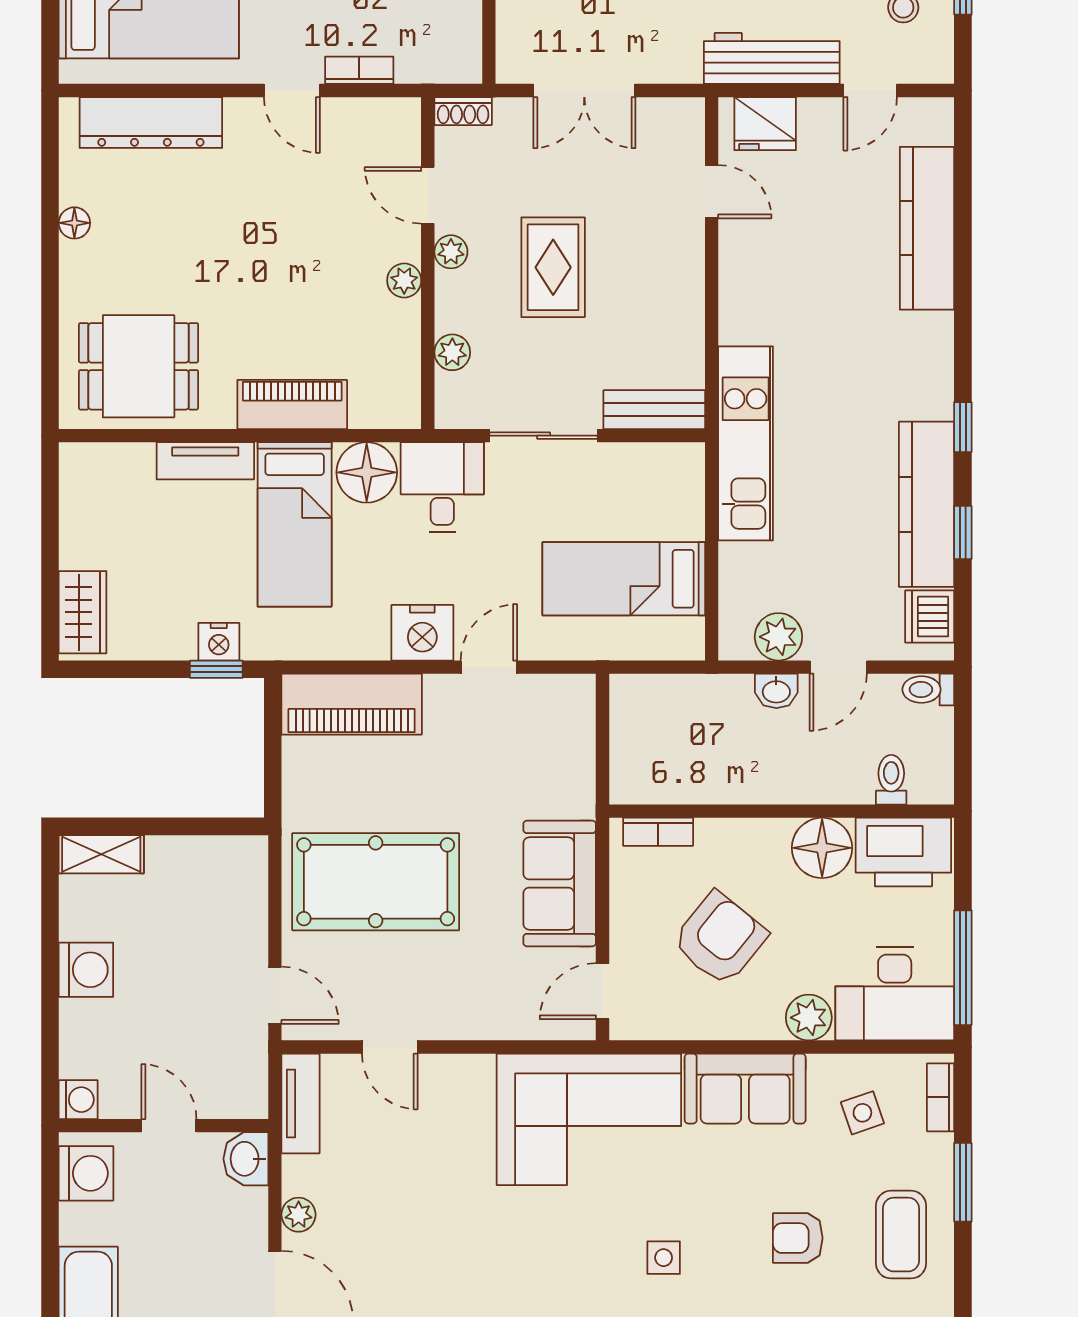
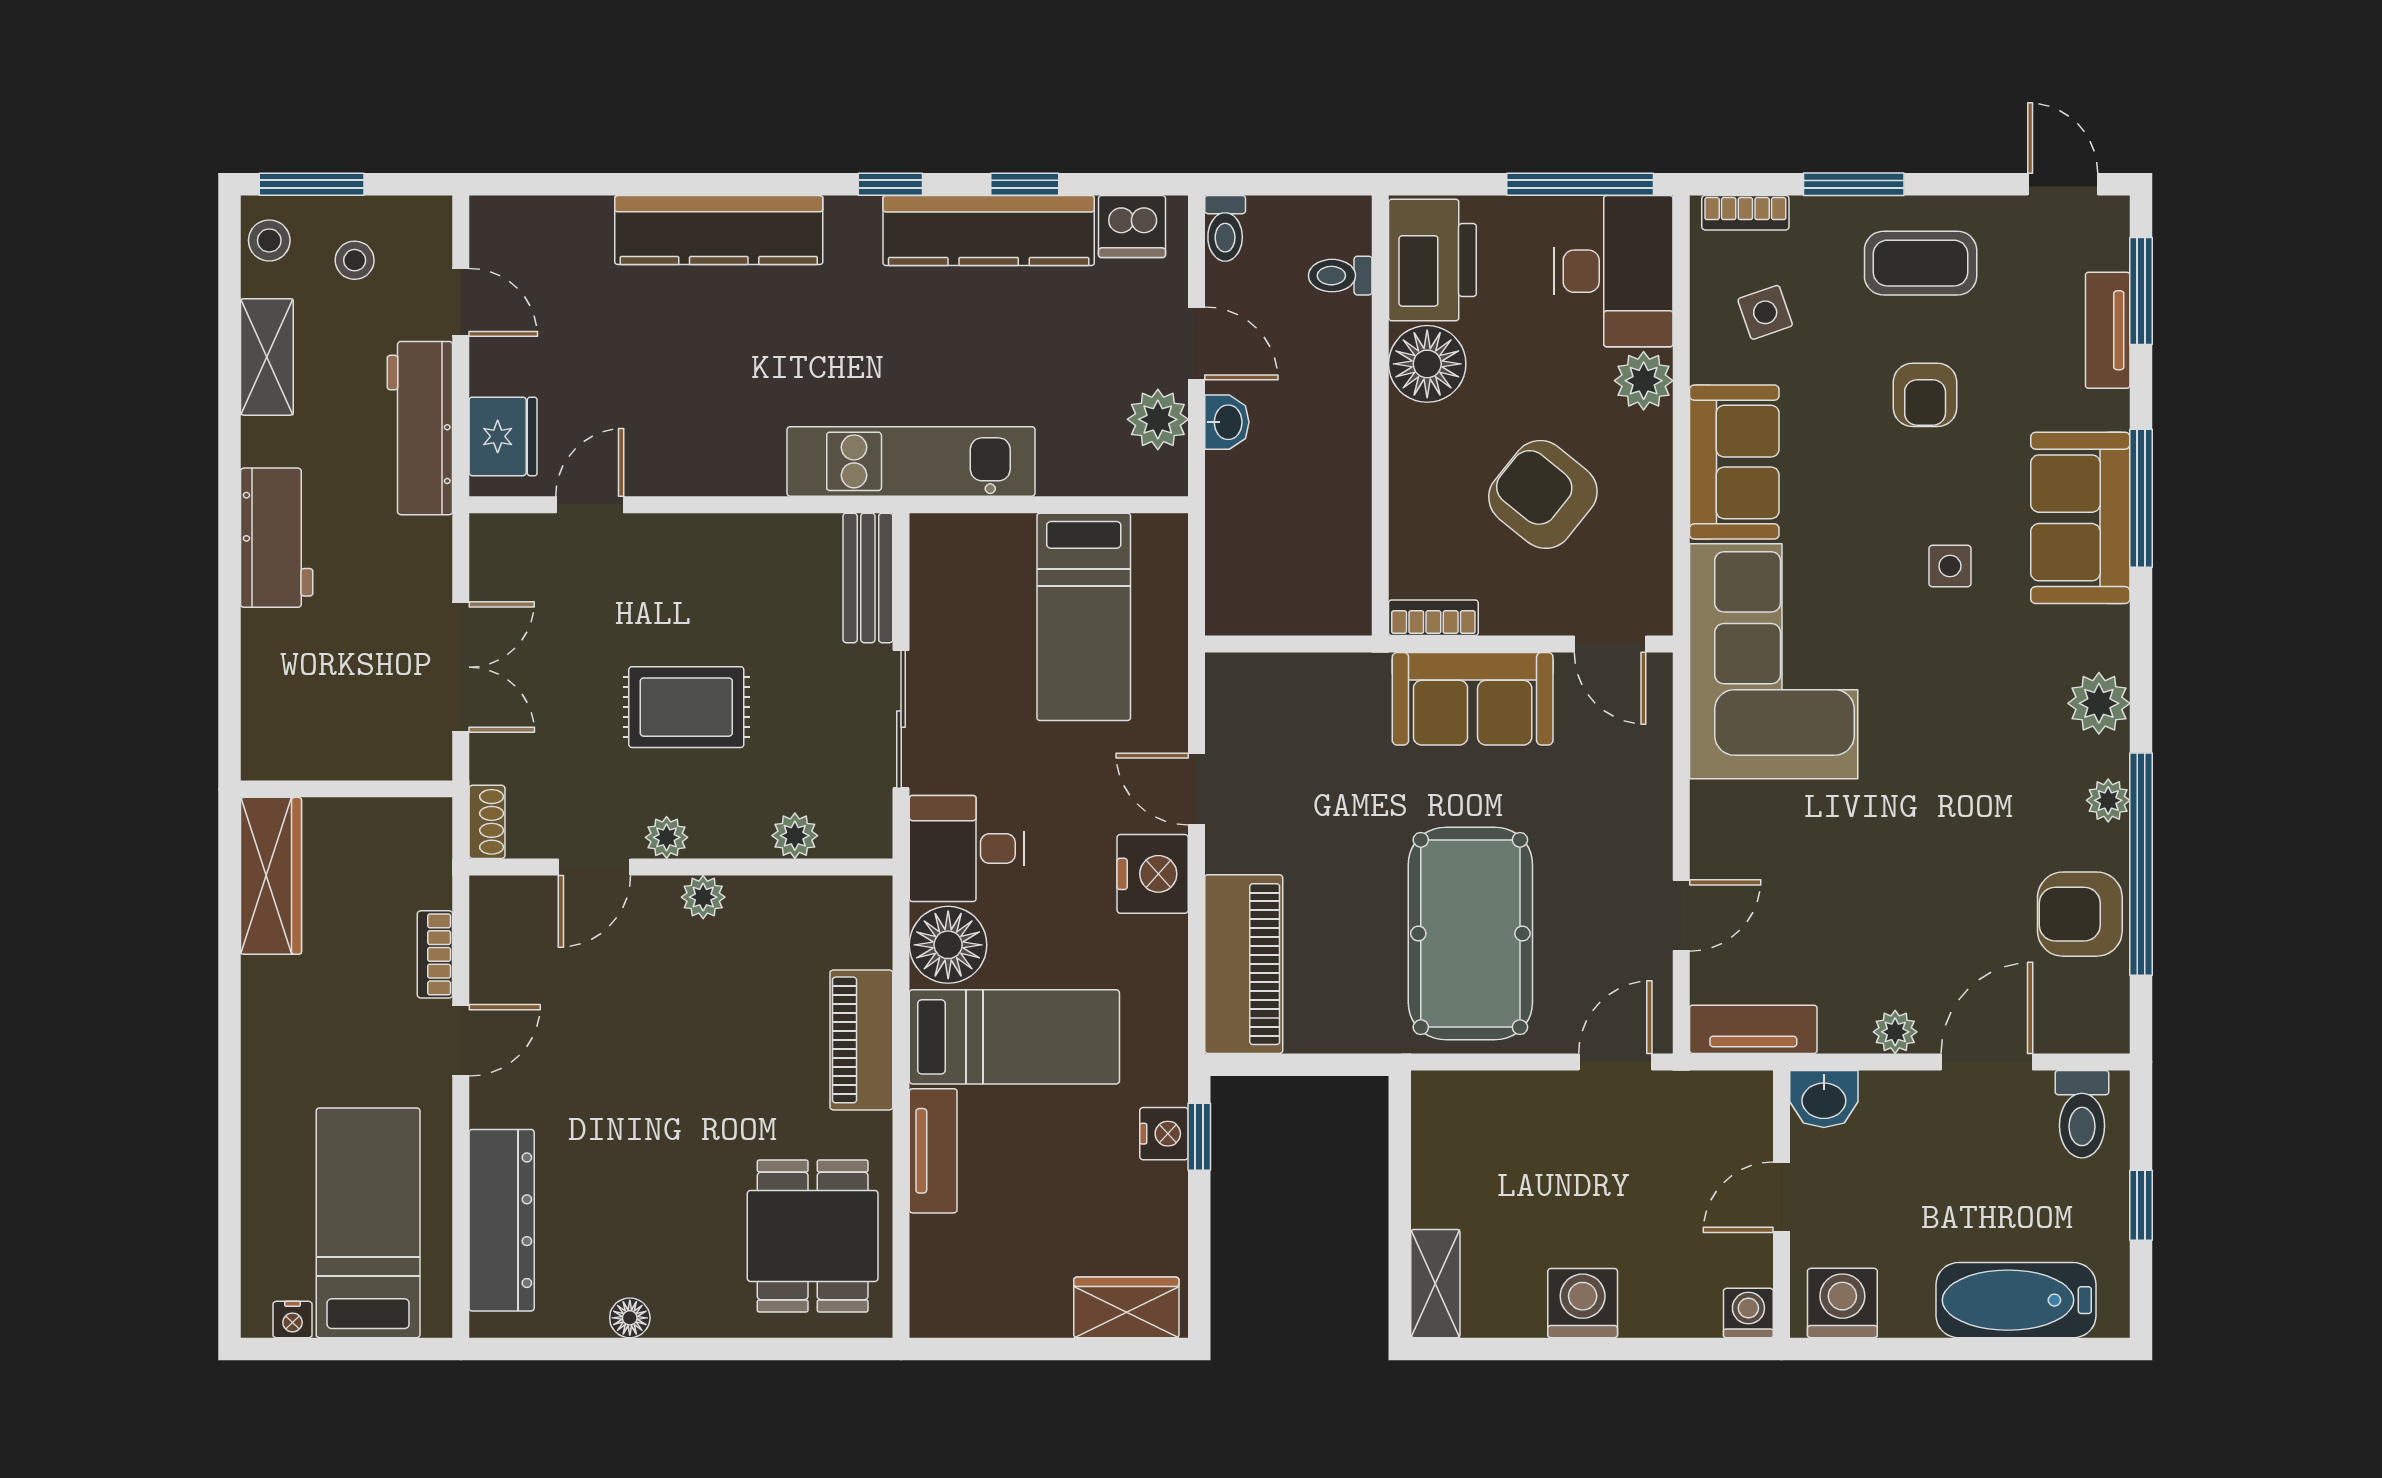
kitchen counter: (927, 228) -> (719, 230), moved
bookcase: (658, 832) -> (1433, 618), moved, turned -90

